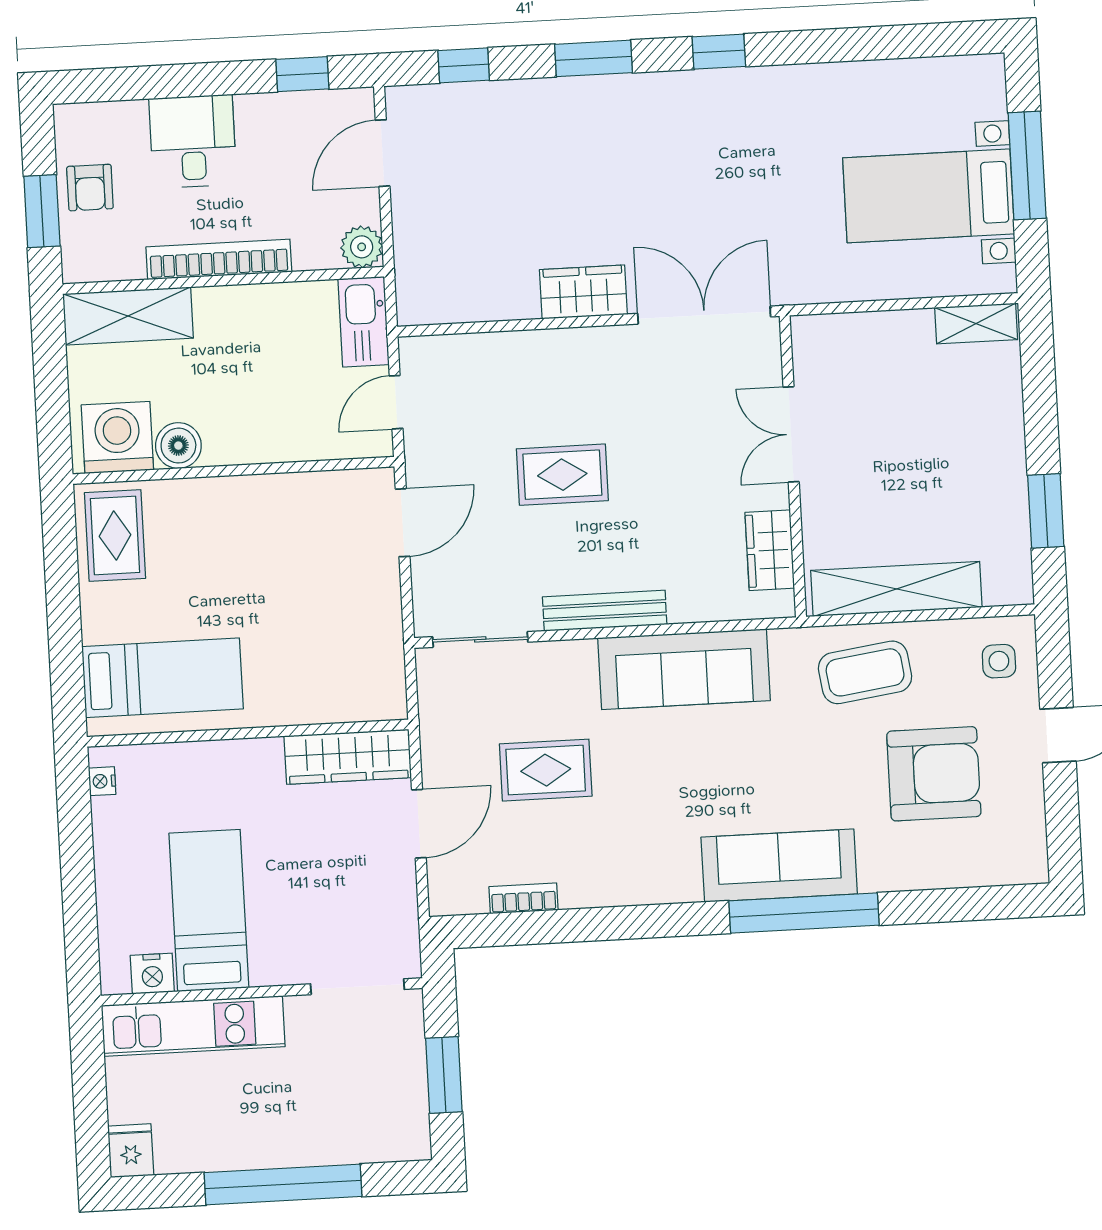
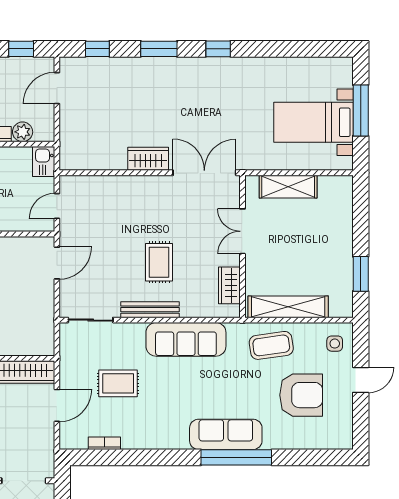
plant: (362, 247) -> (23, 132), moved
kitchen sink: (364, 322) -> (44, 162), width x0.73
shelving: (976, 324) -> (288, 187), moved, width x1.50, depth x1.33
rug: (562, 475) -> (159, 262), moved, turned 90

